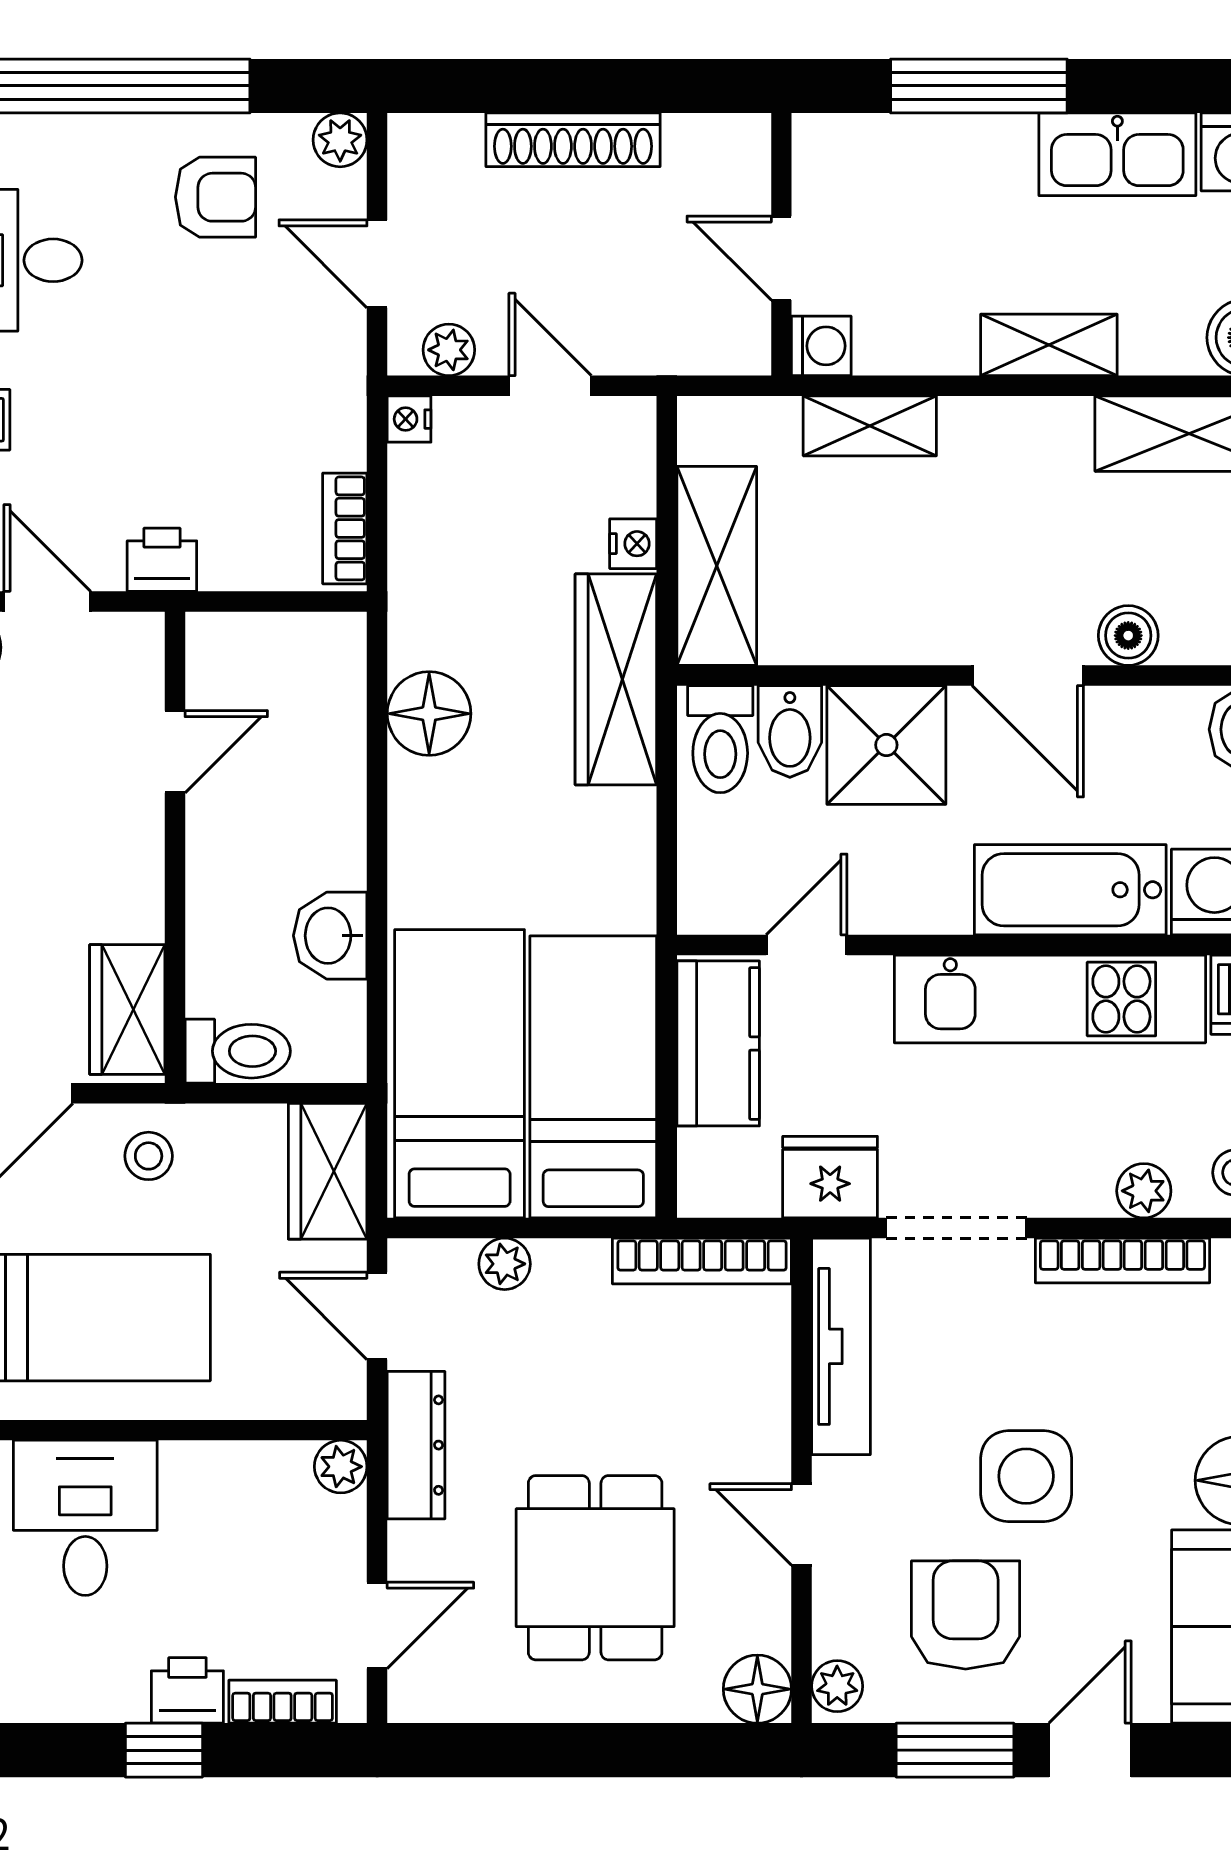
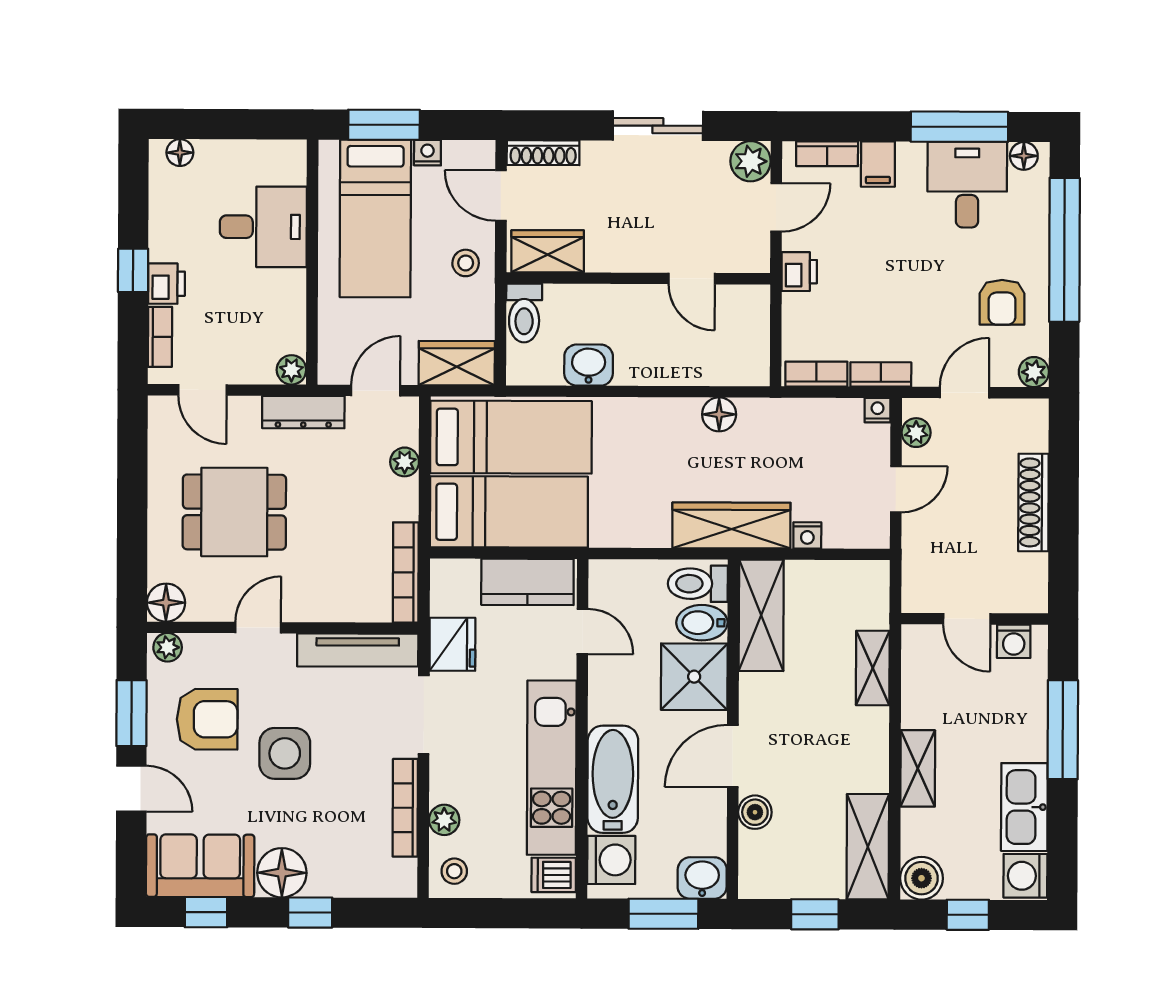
door: (781, 258) -> (967, 619), swing flipped
washing machine: (821, 346) -> (1014, 641), moved
bookcase: (345, 413) -> (881, 374), added
shelving: (717, 566) -> (761, 615), moved, turned 90
floor lamp: (429, 714) -> (719, 414), width x0.73, depth x0.73

